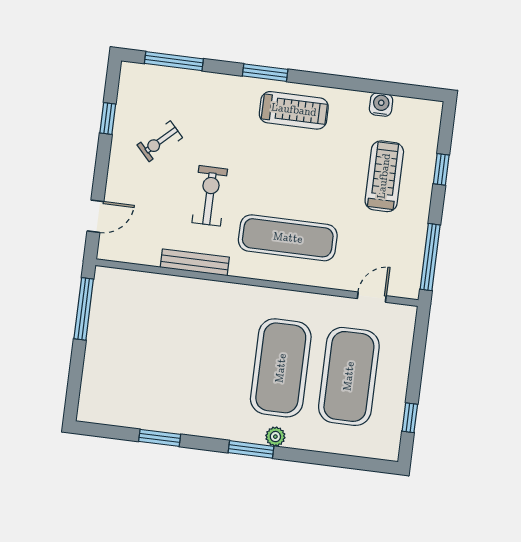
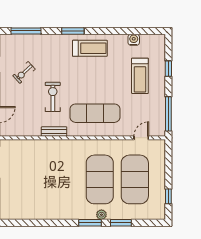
treadmill: (384, 176) -> (140, 76), turned 180
bench: (195, 262) -> (54, 132), width x0.73
window: (160, 438) -> (121, 223), moved

